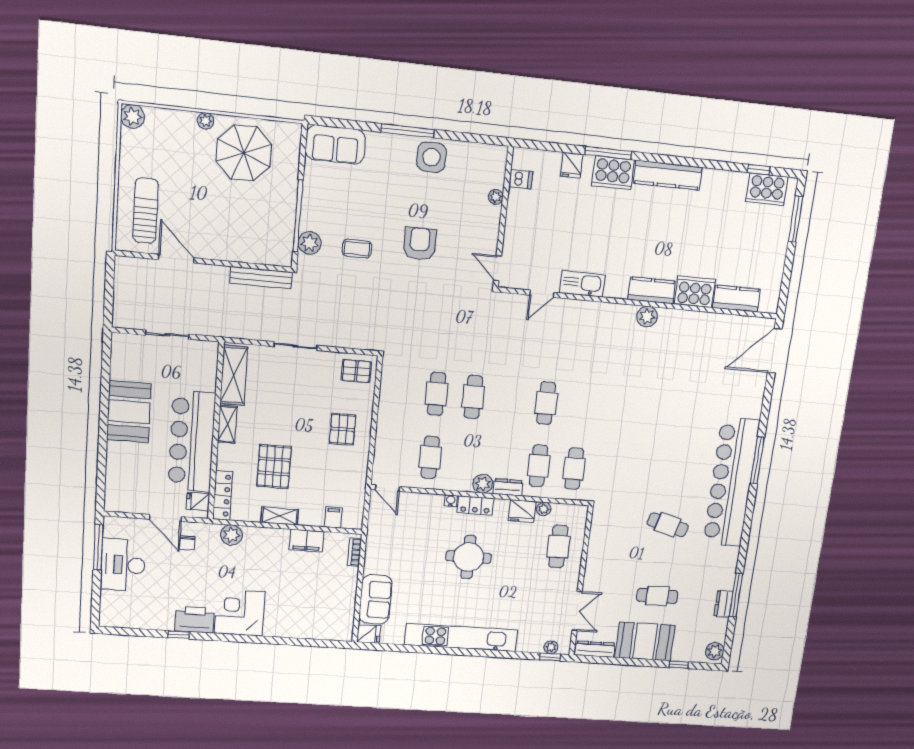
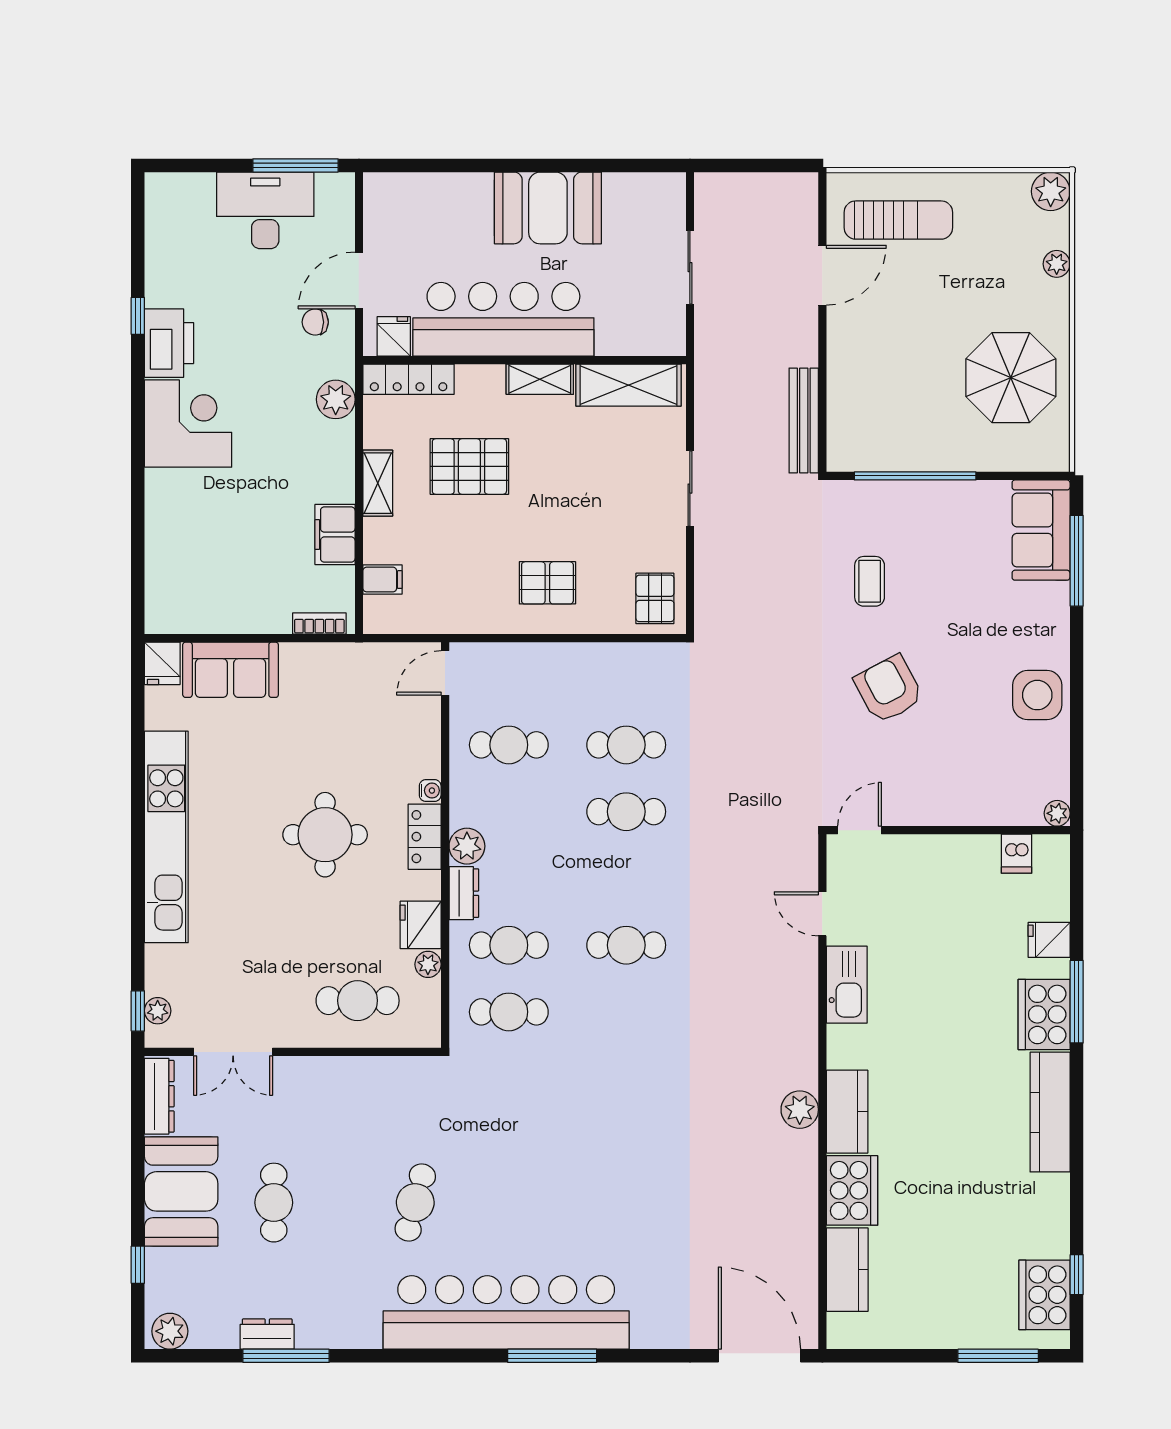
plant: (206, 121) -> (1057, 264), moved
window: (407, 131) -> (1077, 561), moved
plant: (496, 197) -> (1057, 813), moved
plant: (310, 243) -> (871, 499), removed
armchair: (420, 244) -> (889, 689), turned -118

